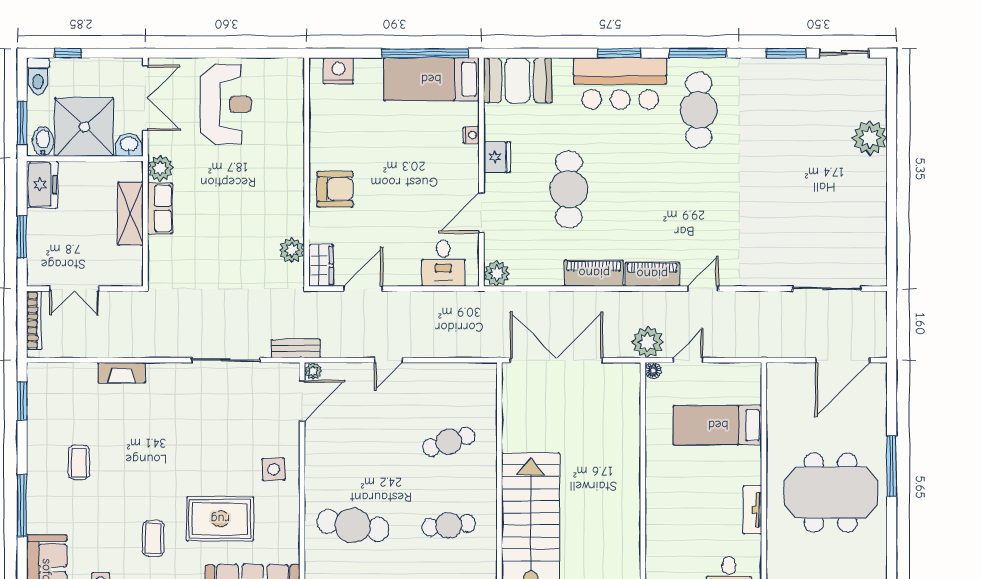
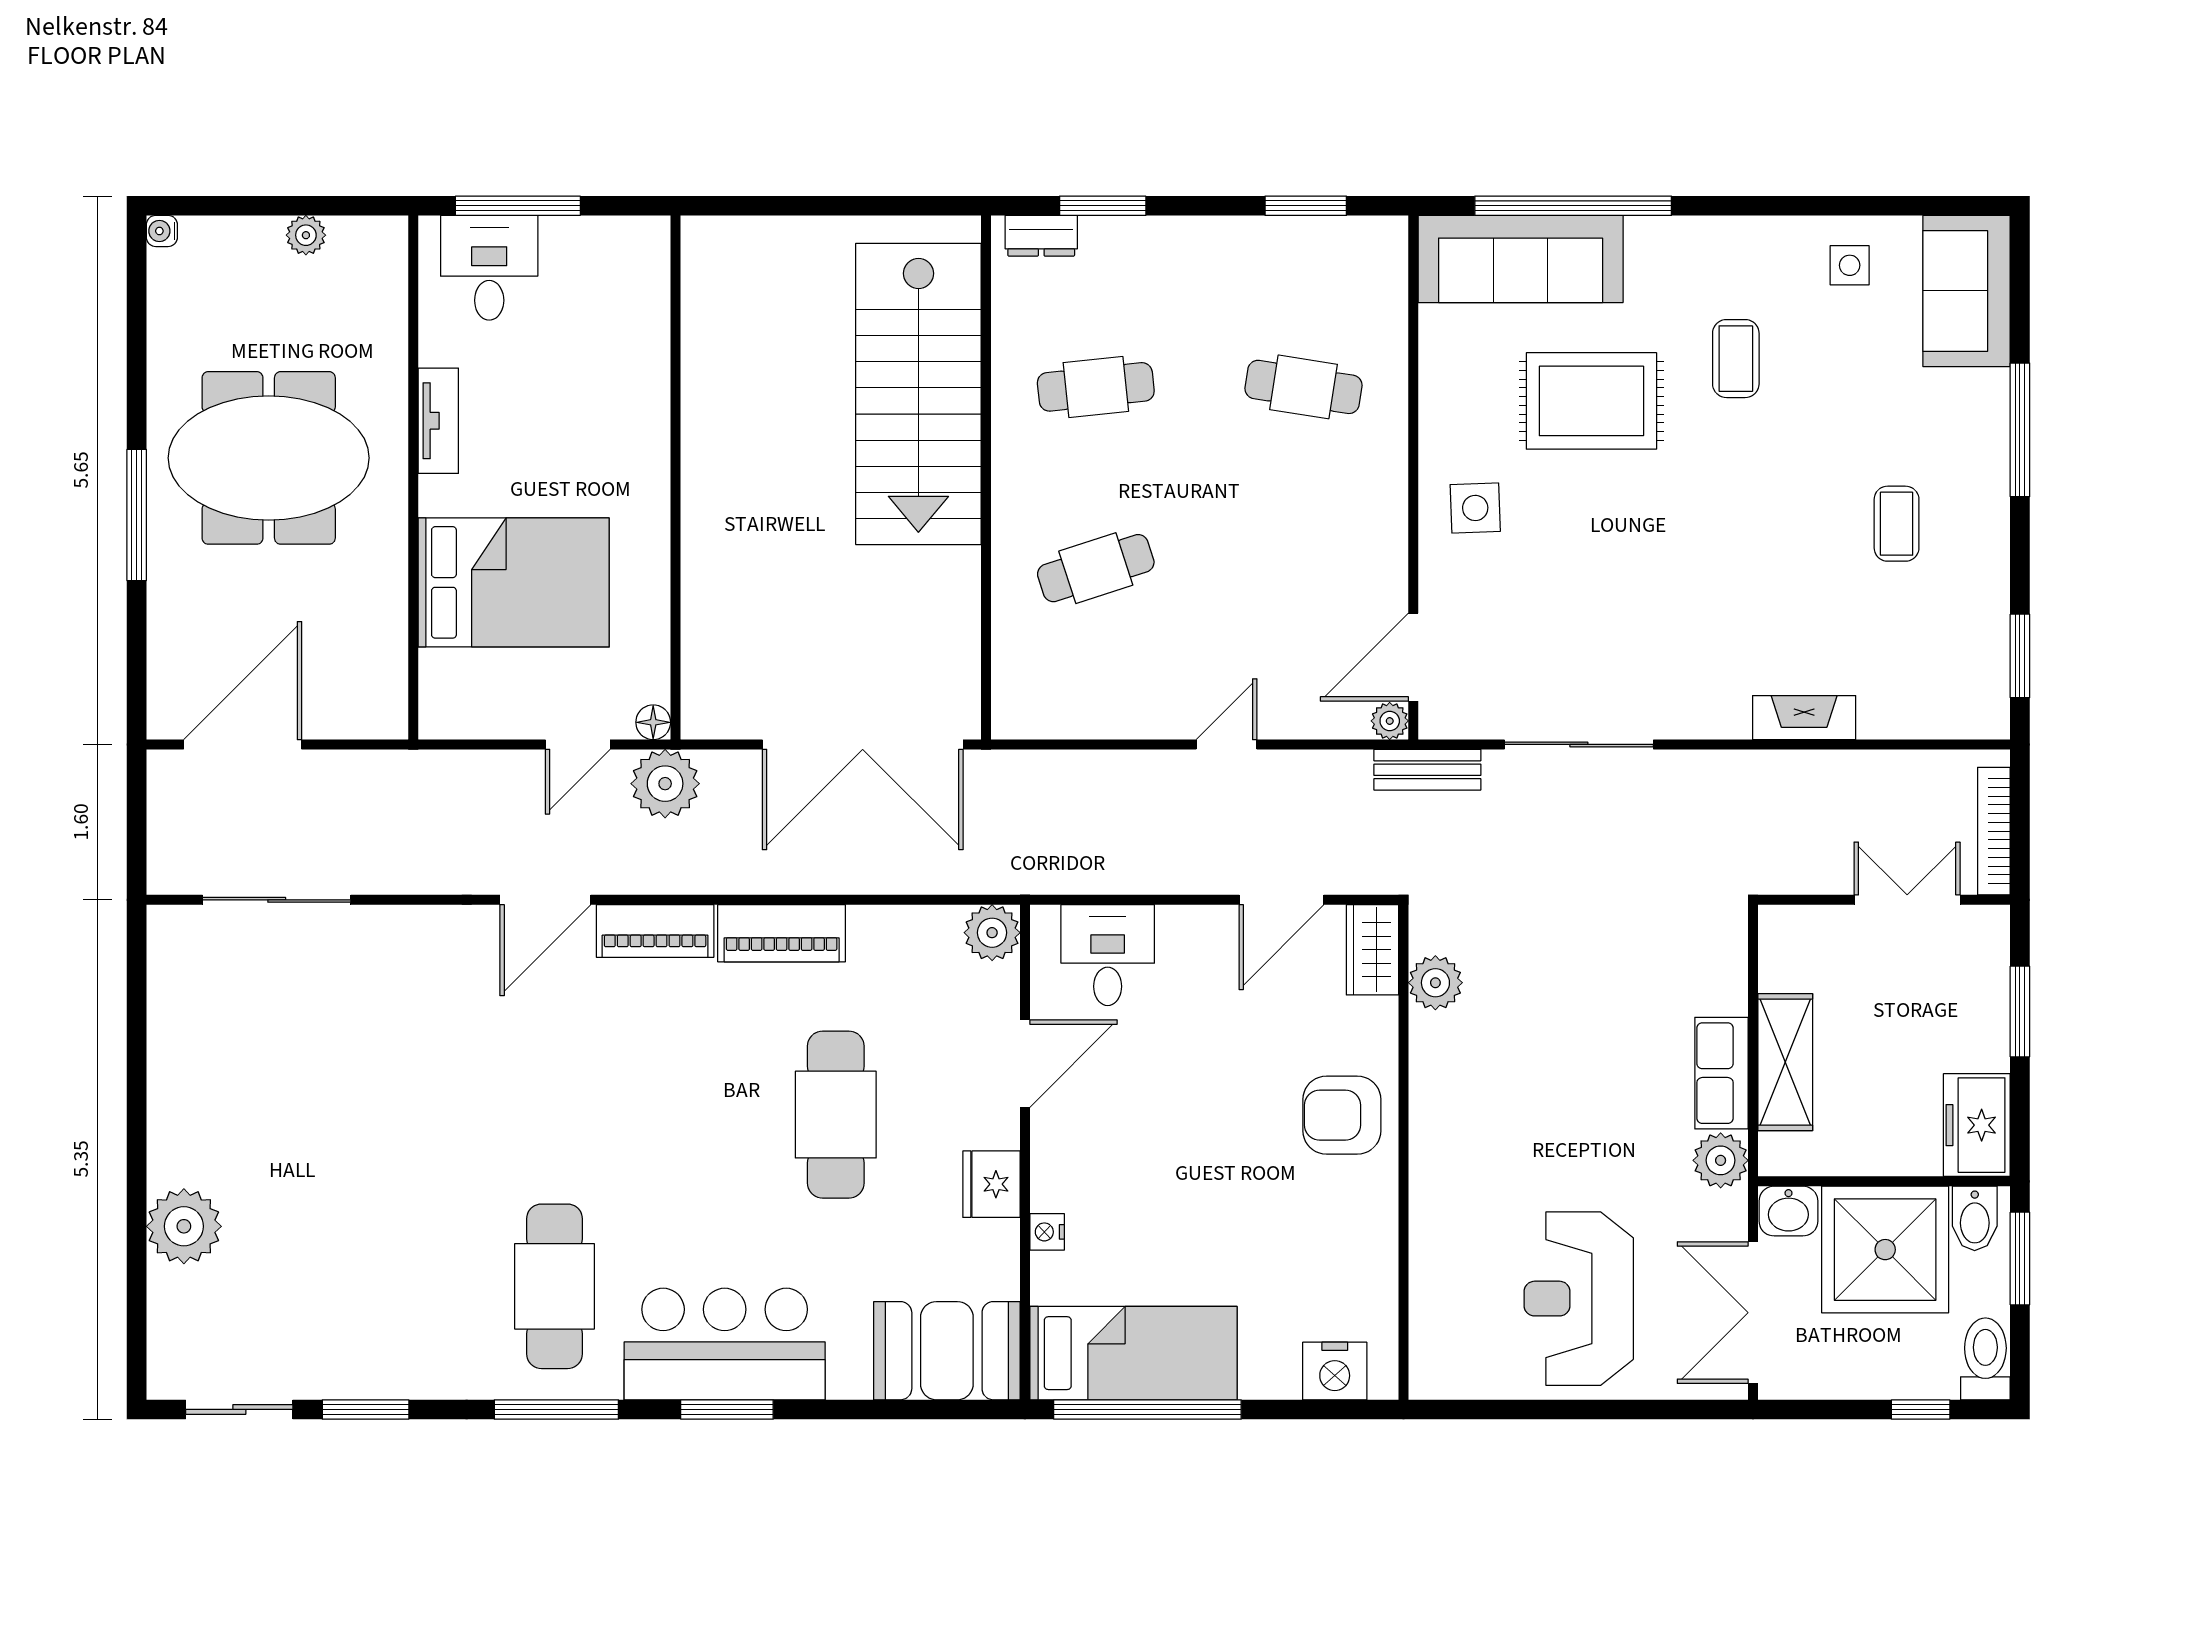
door: (703, 289) -> (545, 900), width x1.38
bed: (718, 425) -> (514, 582), width x1.50
cafe table: (353, 525) -> (1303, 387), width x0.73, depth x0.74

